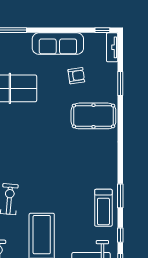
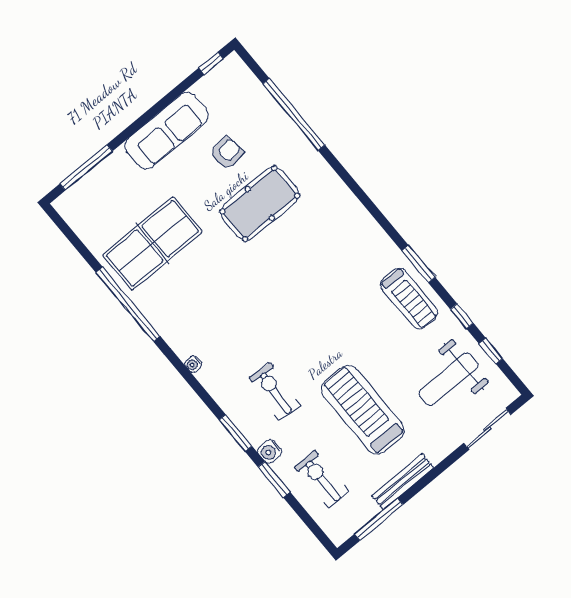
tv unit: (112, 47) -> (243, 75), removed
window: (120, 83) -> (294, 114), width x2.11
pool table: (93, 116) -> (260, 204), moved

